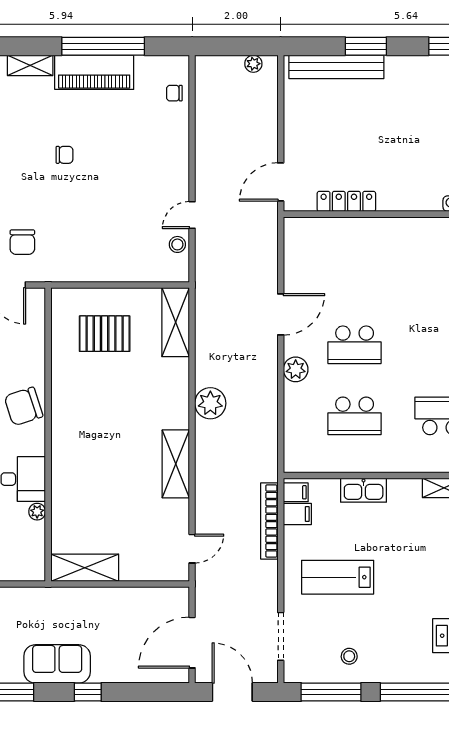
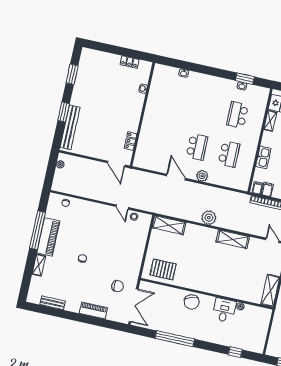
locker: (346, 201) -> (131, 141), width x0.66
pallet: (105, 334) -> (163, 269), moved, turned 90

